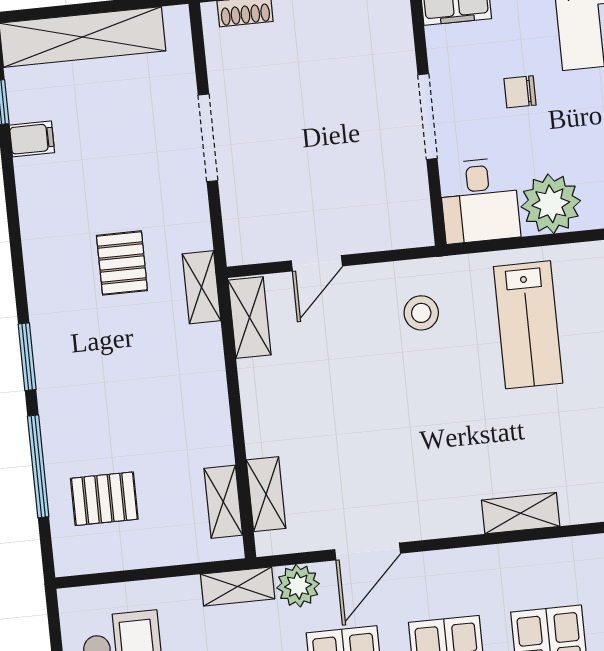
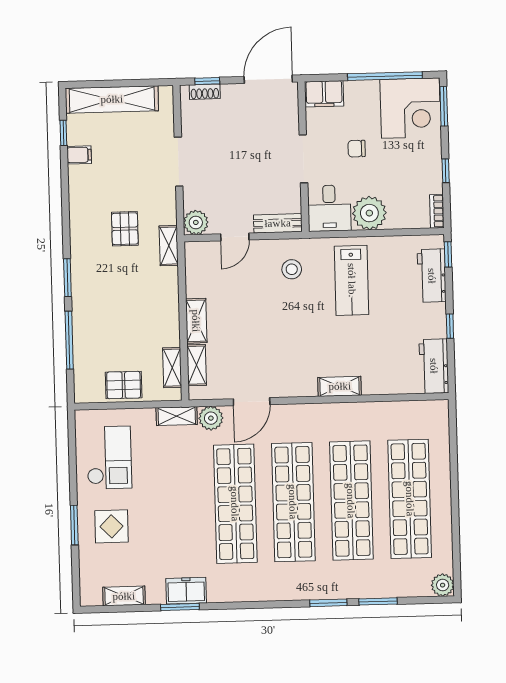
bench: (391, 234) -> (278, 223), added
plant: (246, 243) -> (196, 222), added
shelving: (250, 318) -> (196, 321), moved
pallet: (104, 499) -> (124, 385), moved

